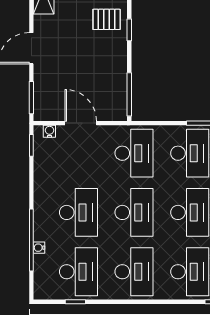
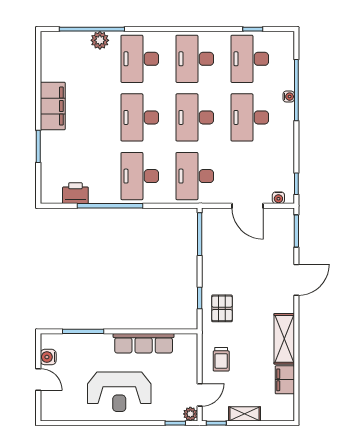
pallet: (107, 19) -> (222, 308), turned 90
water cooler: (39, 248) -> (289, 97), moved

